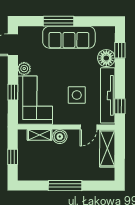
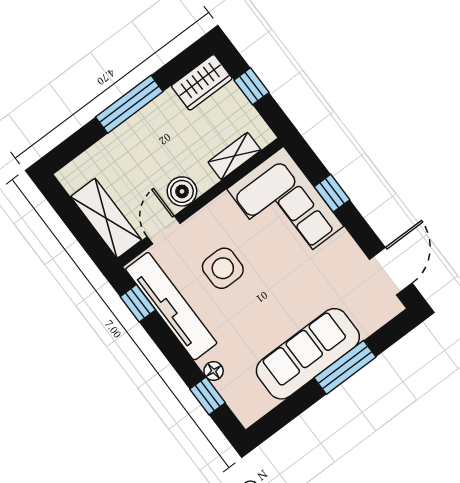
floor lamp: (106, 58) -> (214, 371), width x0.53, depth x0.53
plant: (24, 69) -> (343, 246), removed
boiler: (60, 137) -> (182, 191), moved
wardrobe: (31, 173) -> (202, 82), added

